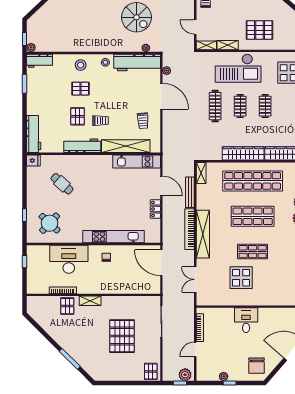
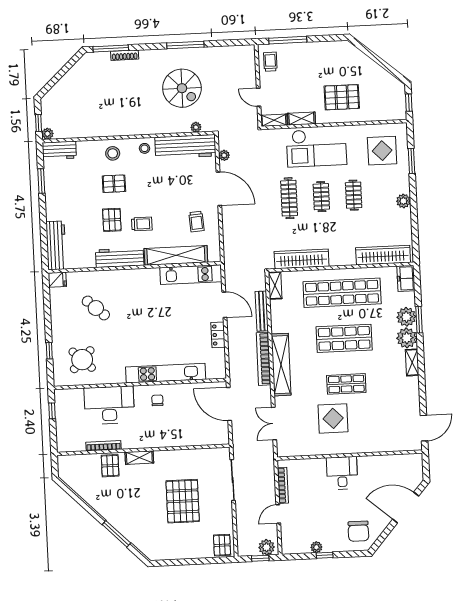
wardrobe: (243, 153) -> (302, 259), moved

